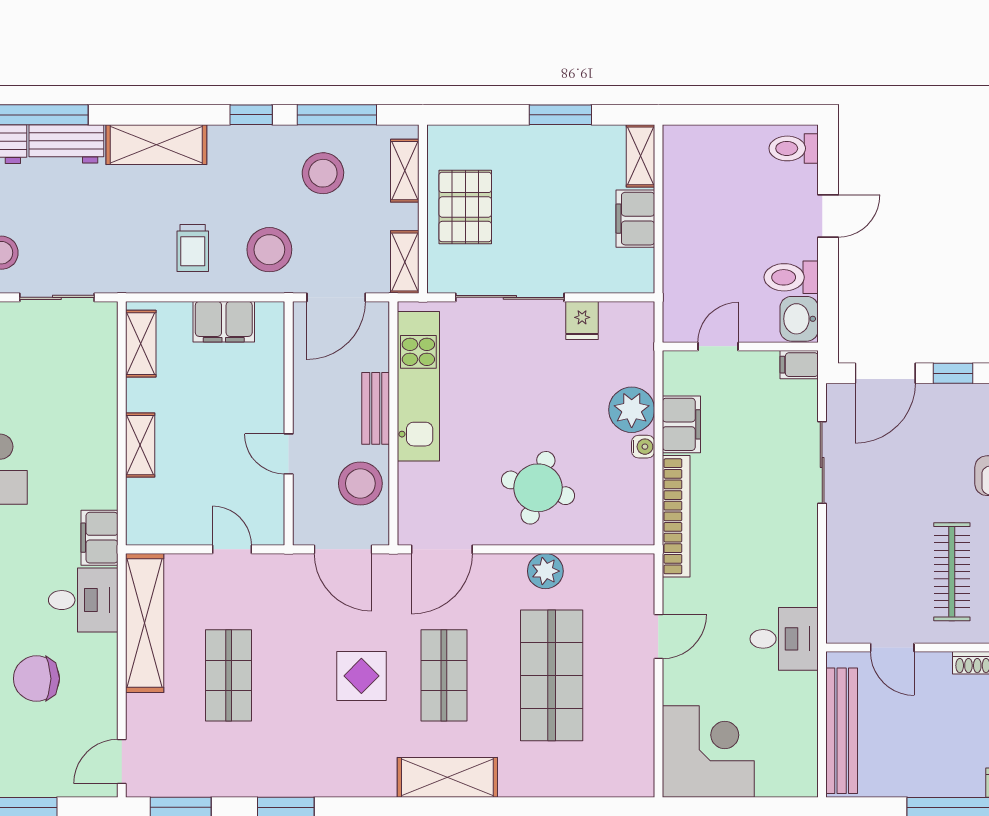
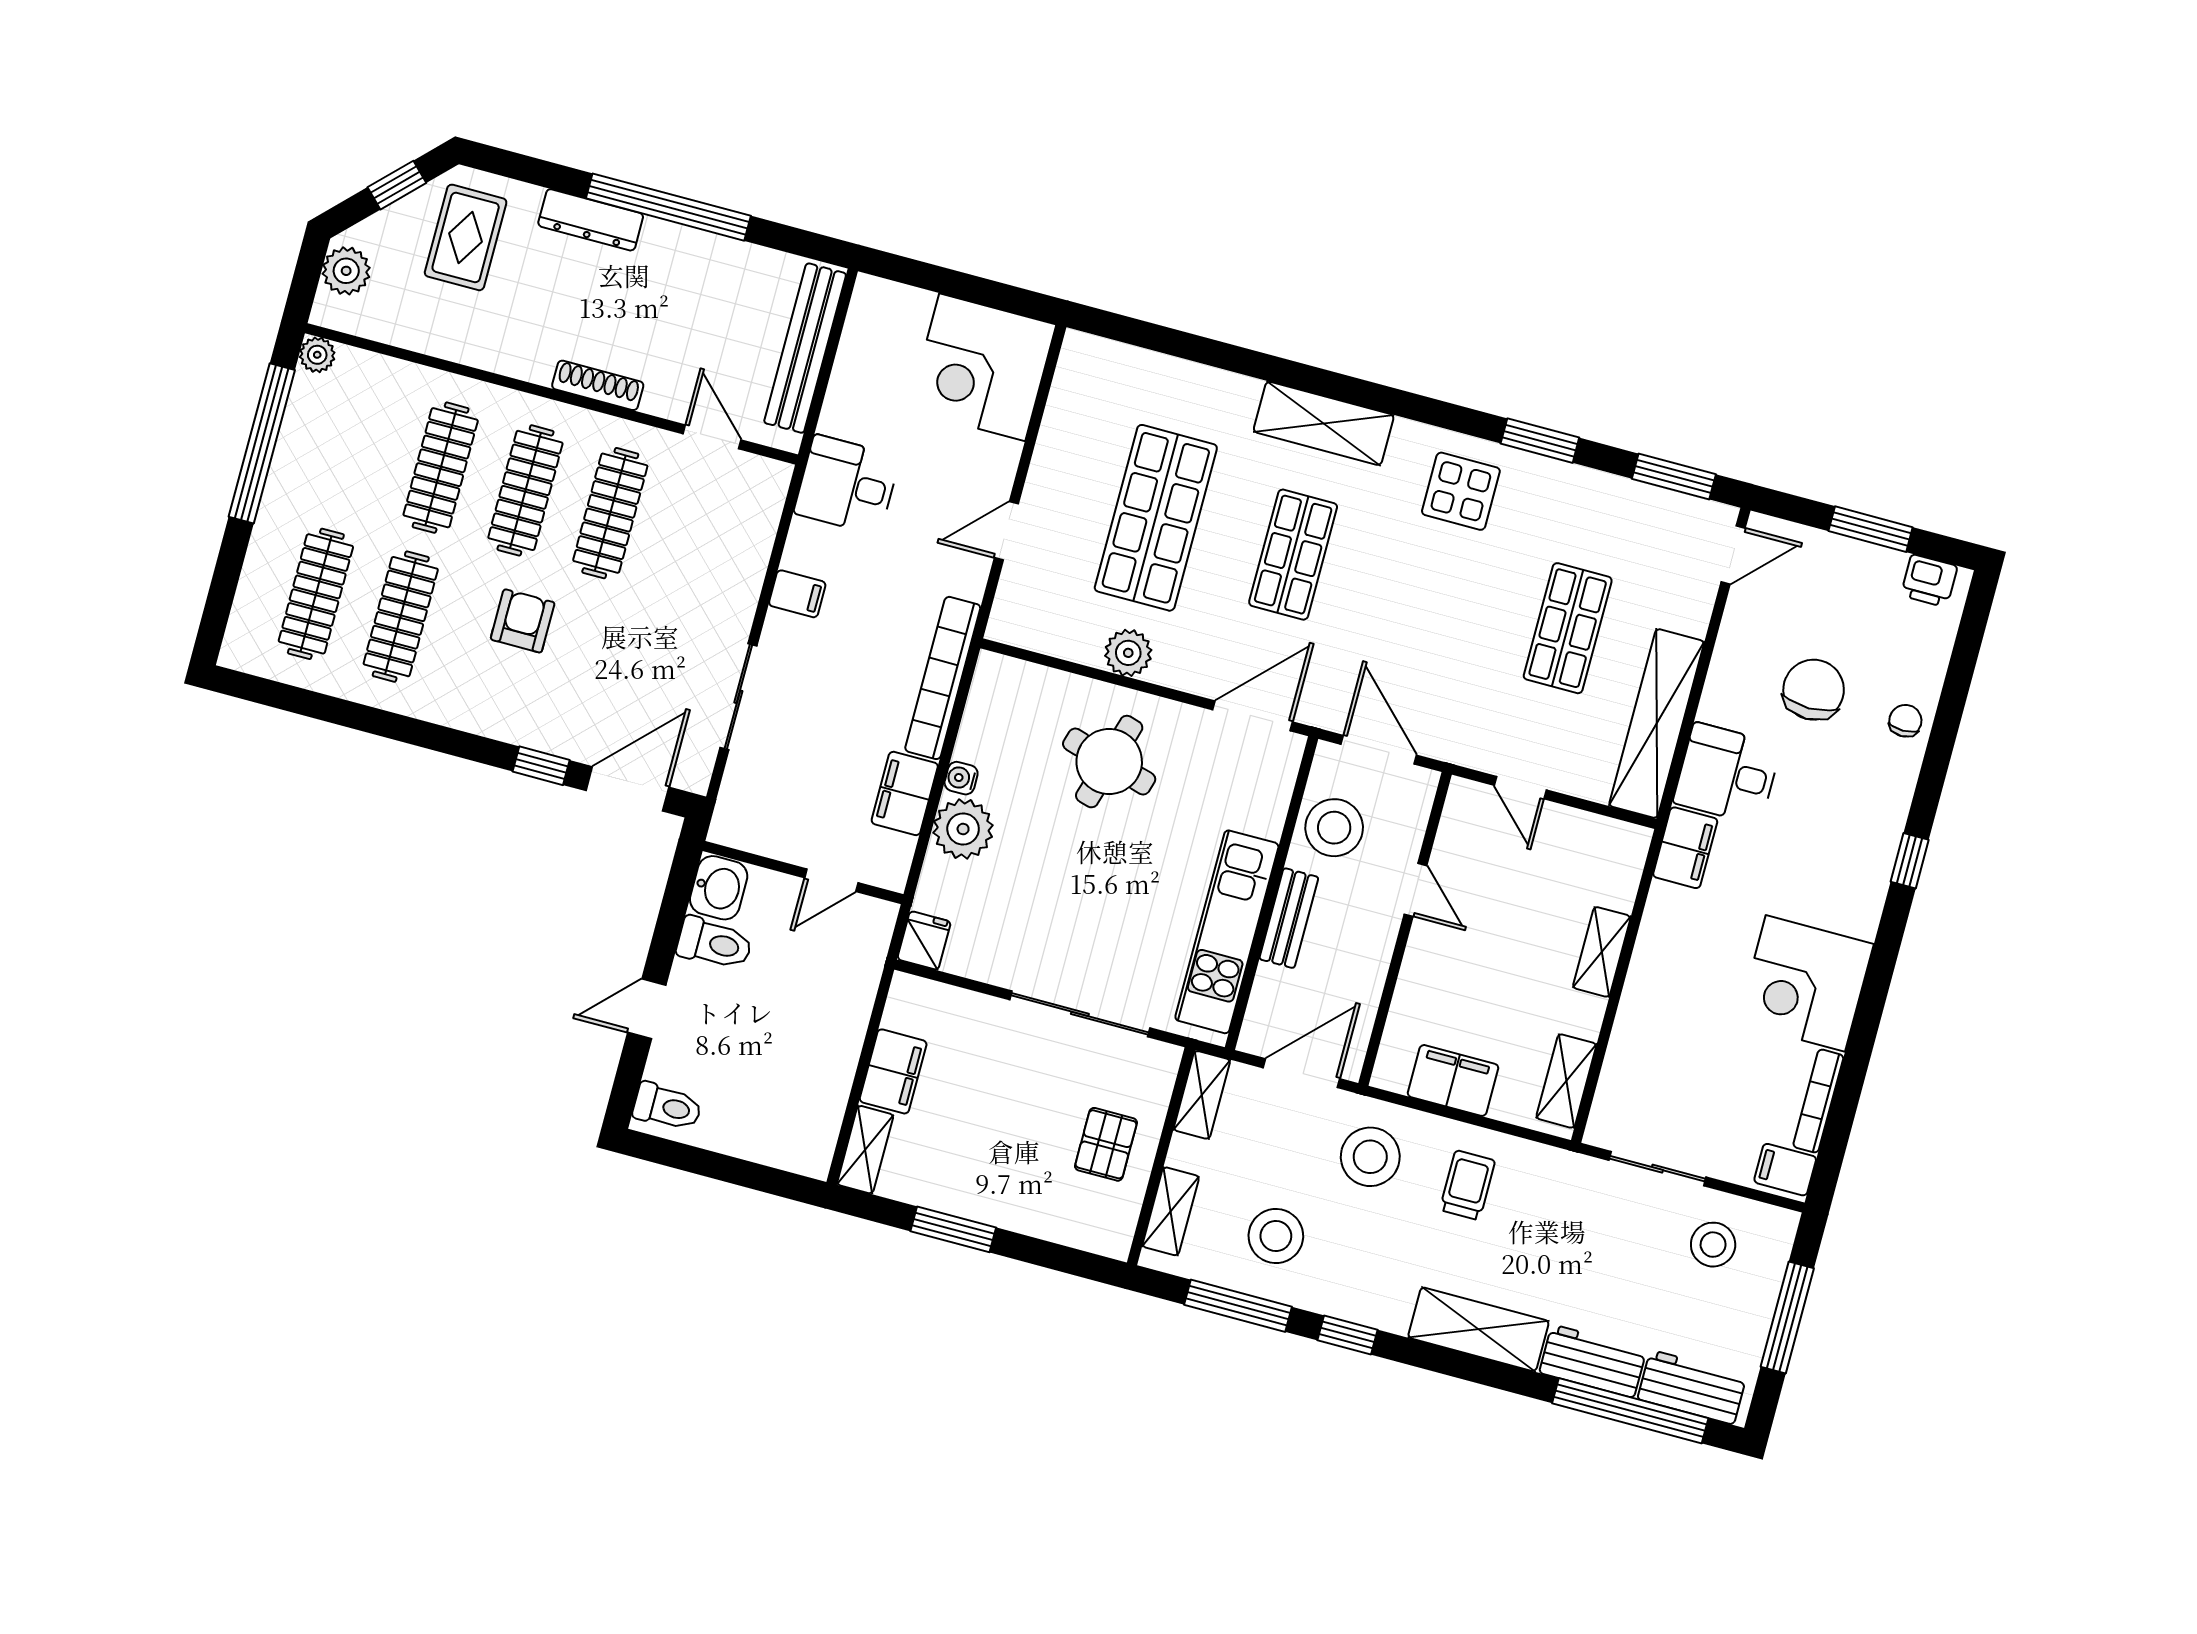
pallet: (465, 207) -> (1106, 1144), width x0.67, depth x0.71
fridge: (582, 320) -> (924, 940), moved
filing cabinet: (799, 365) -> (797, 594), moved
display table: (361, 676) -> (1461, 491), moved
chair: (36, 679) -> (1814, 690), turned -90

